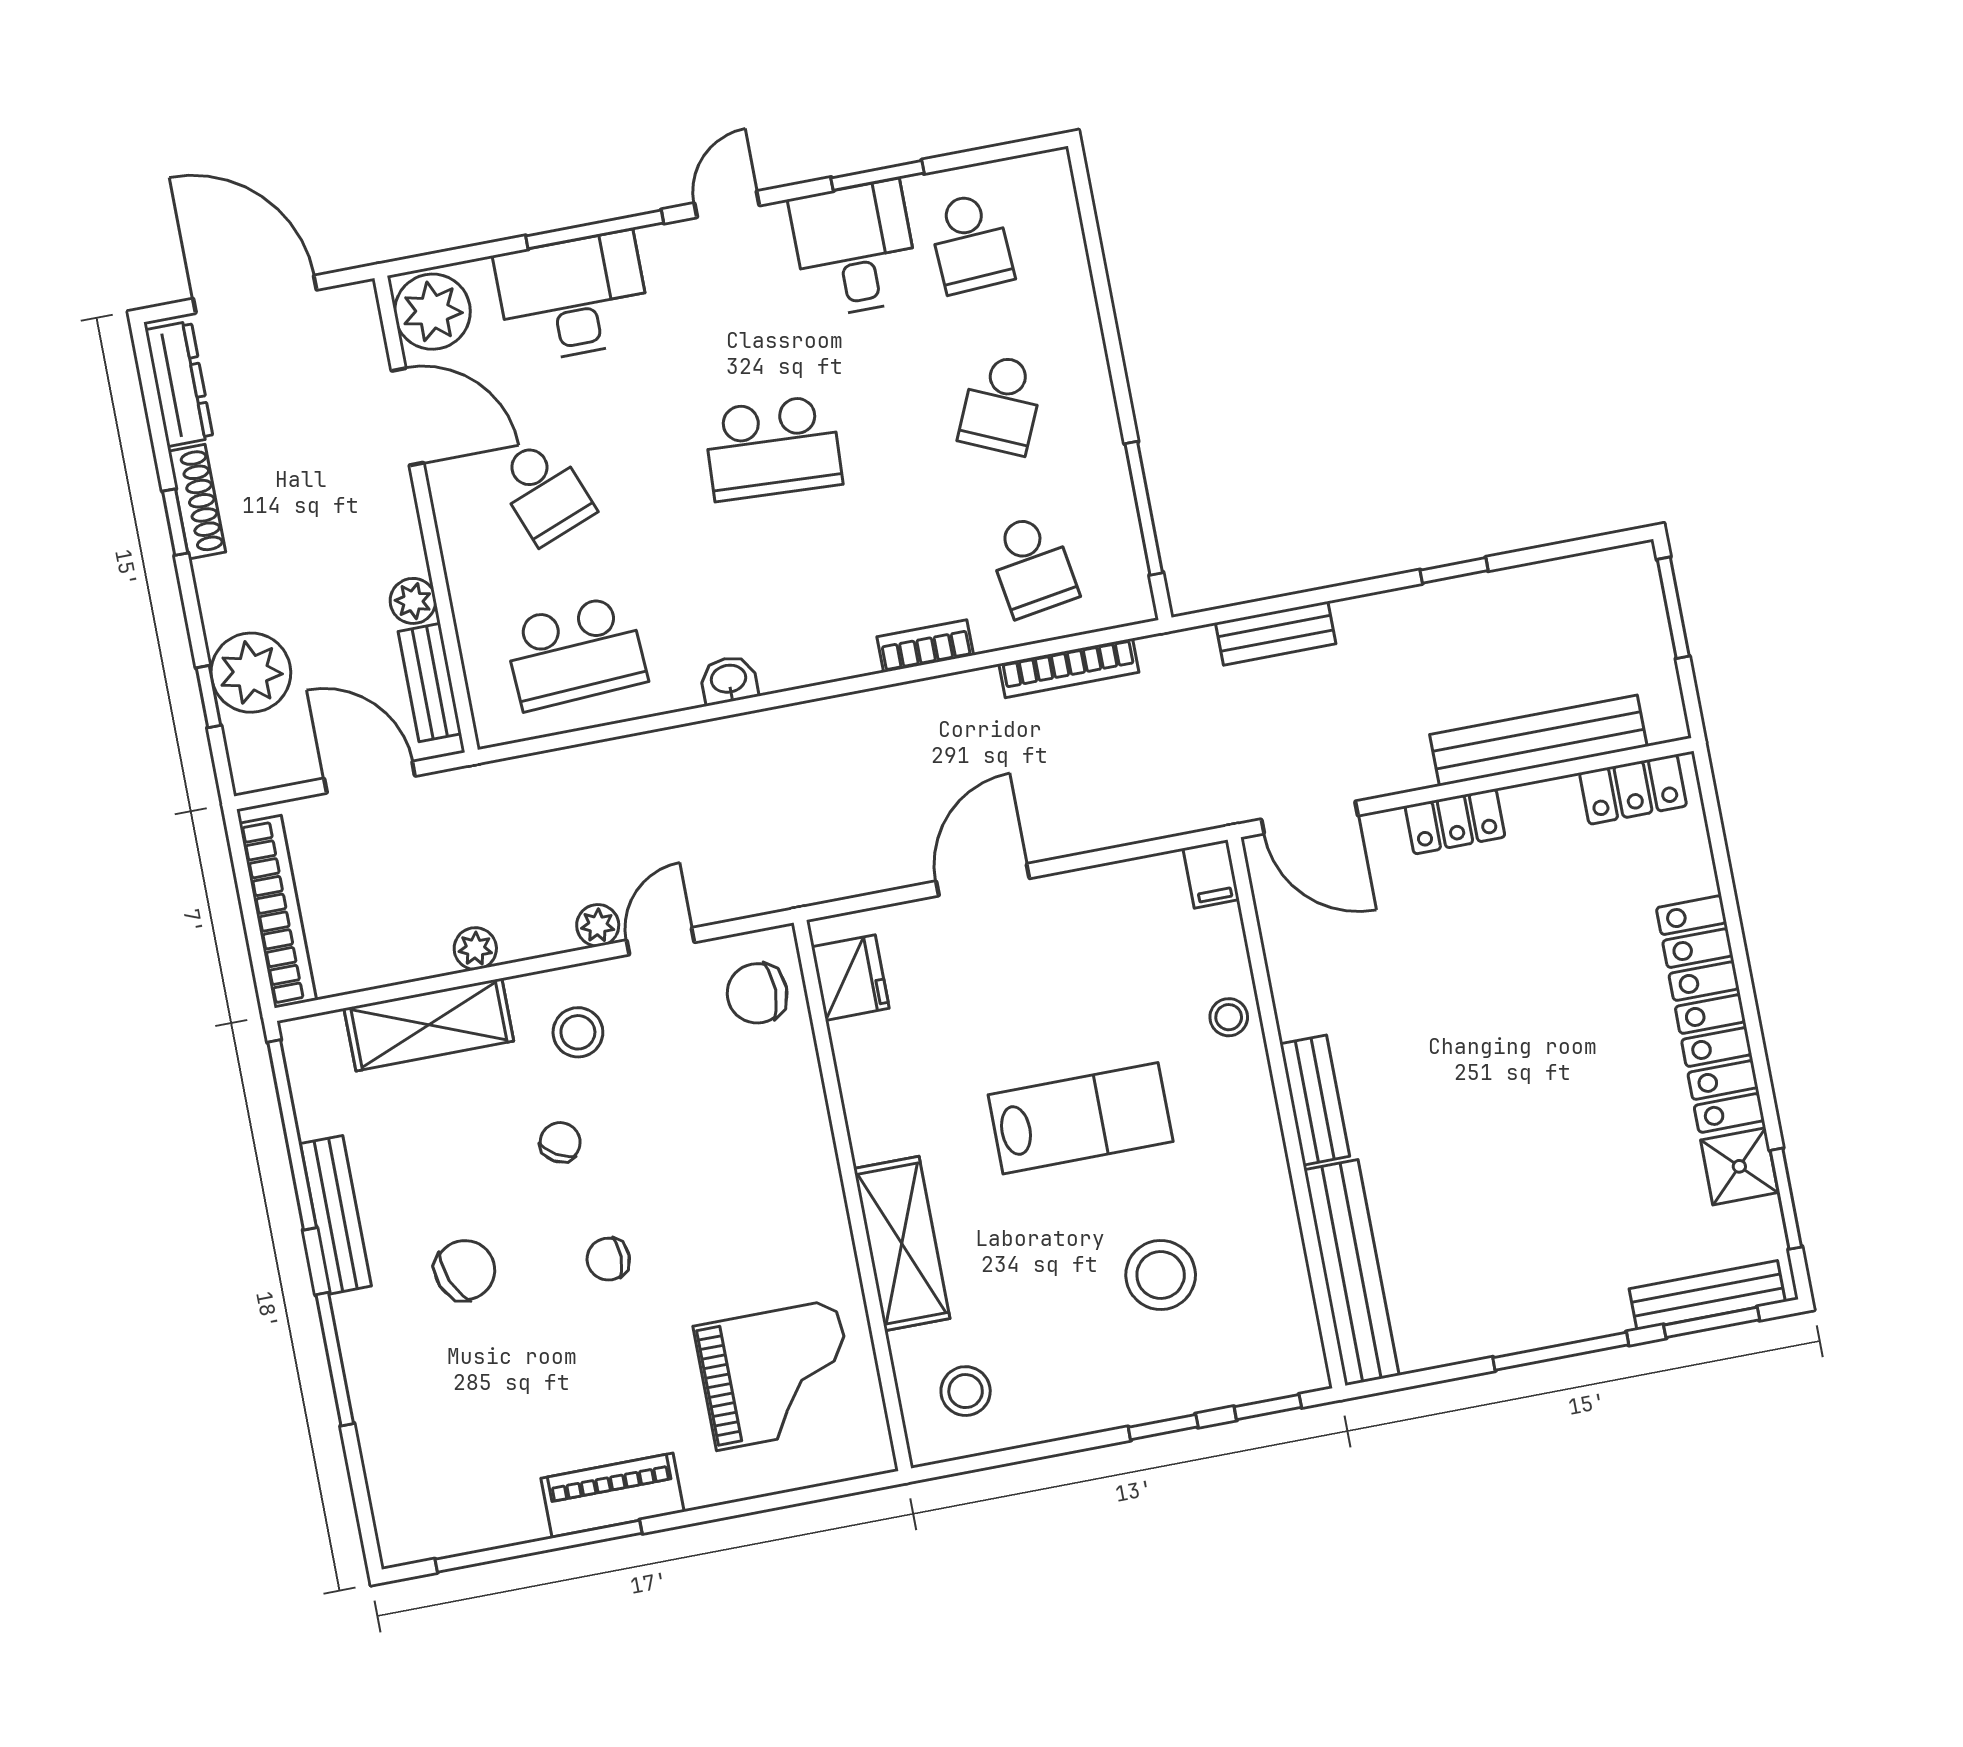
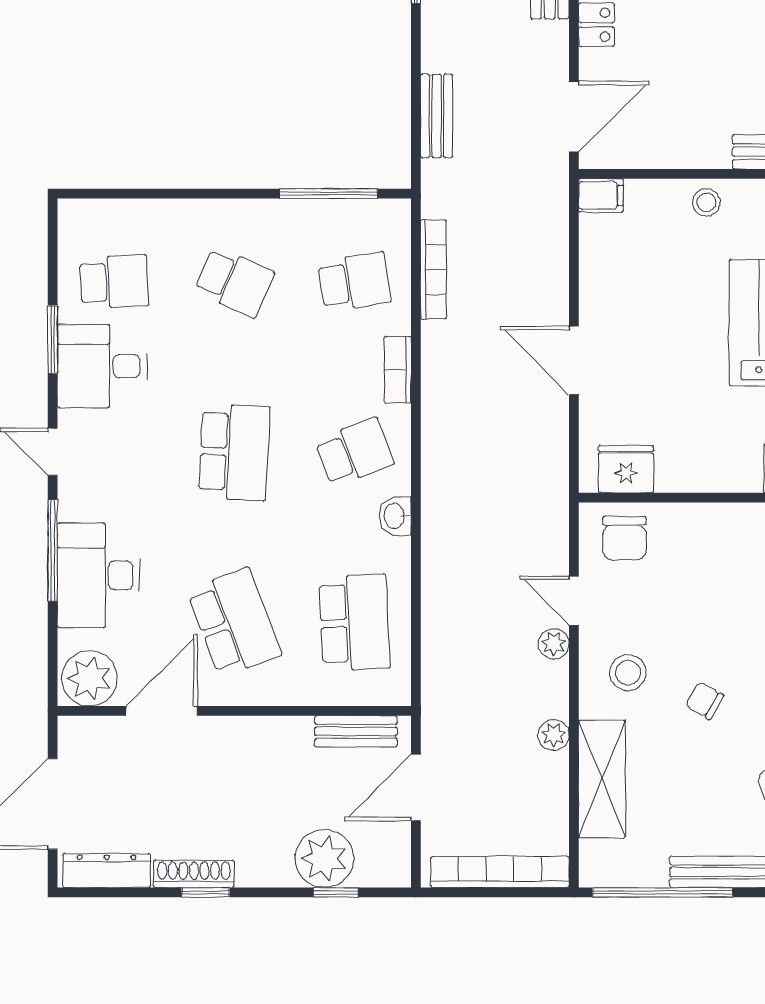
school desk: (544, 491) -> (234, 623), width x1.85
plant: (413, 601) -> (295, 732), removed
school desk: (804, 609) -> (354, 452), added

